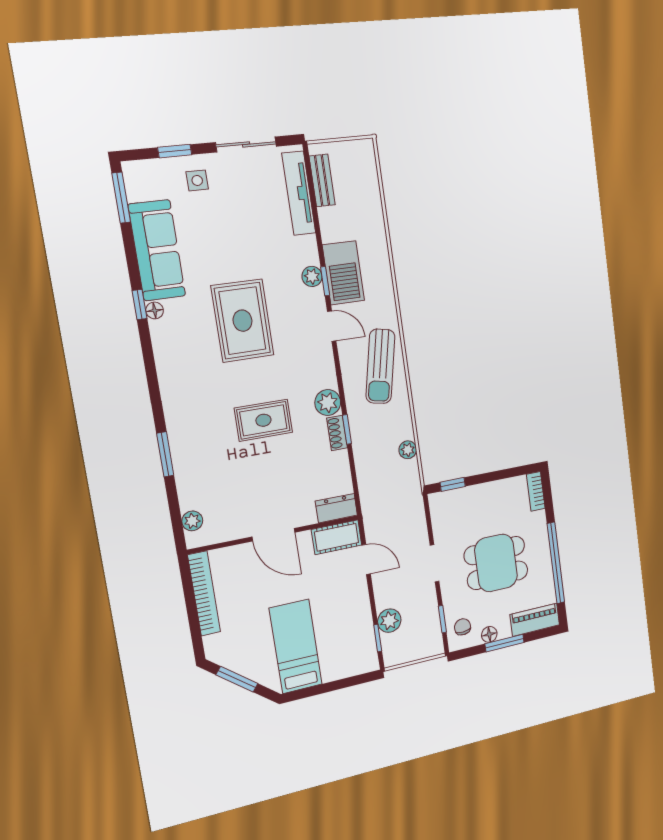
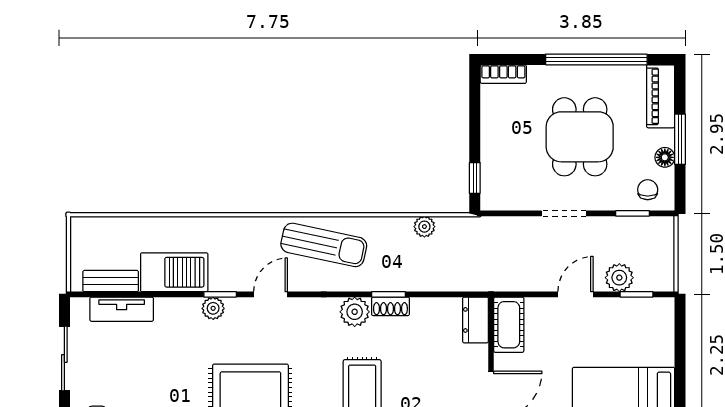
tv unit: (299, 193) -> (122, 309), width x0.71
barbecue: (343, 273) -> (174, 272), moved
door: (366, 560) -> (576, 294), moved
chair: (463, 627) -> (648, 190), turned 93

